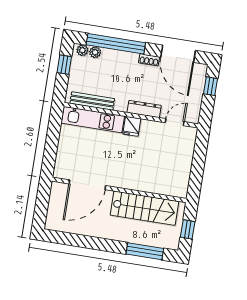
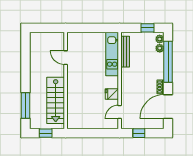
window: (211, 86) -> (139, 133), moved
dresser: (144, 109) -> (125, 89), removed
door: (175, 122) -> (120, 112), swing flipped
fridge: (132, 126) -> (112, 94), moved
door: (87, 185) -> (66, 58), width x0.53

